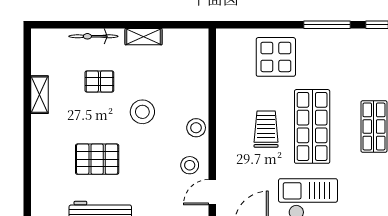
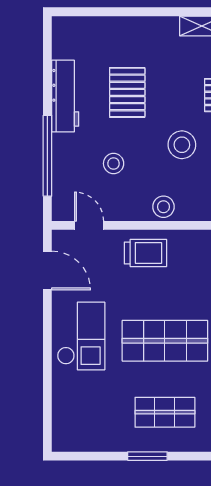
trolley: (266, 129) -> (145, 253), moved
stool: (190, 165) -> (114, 164), moved

